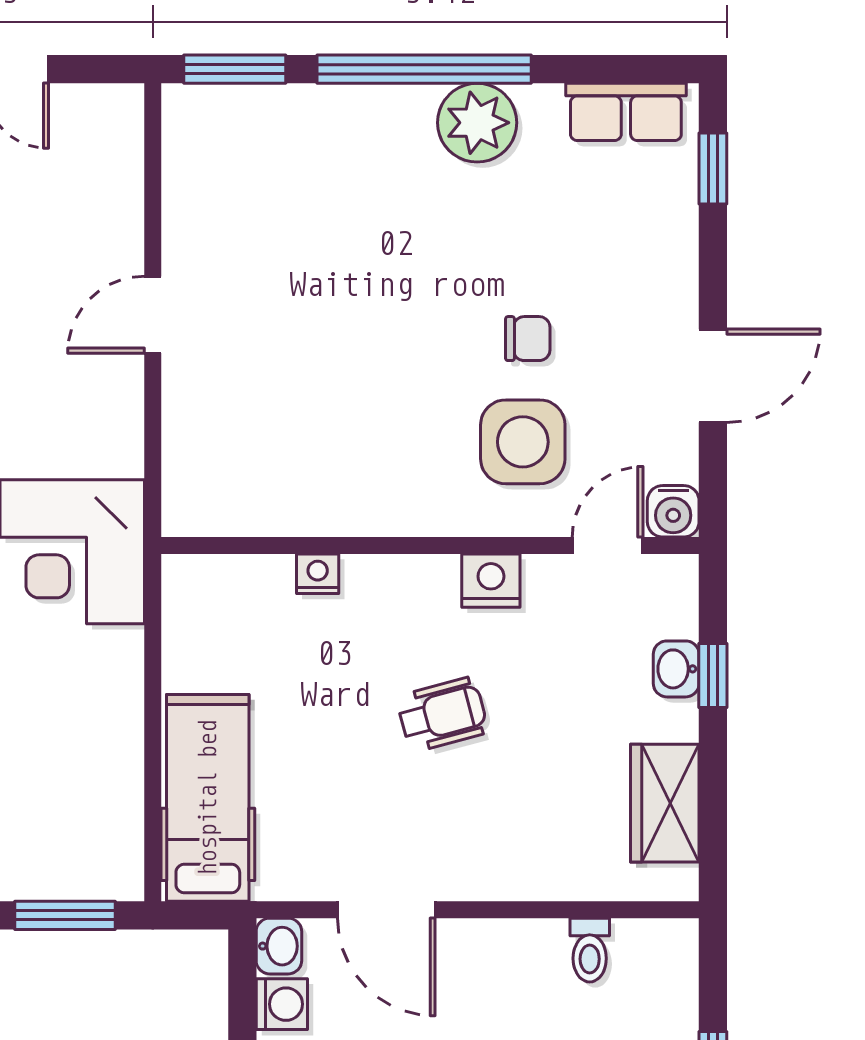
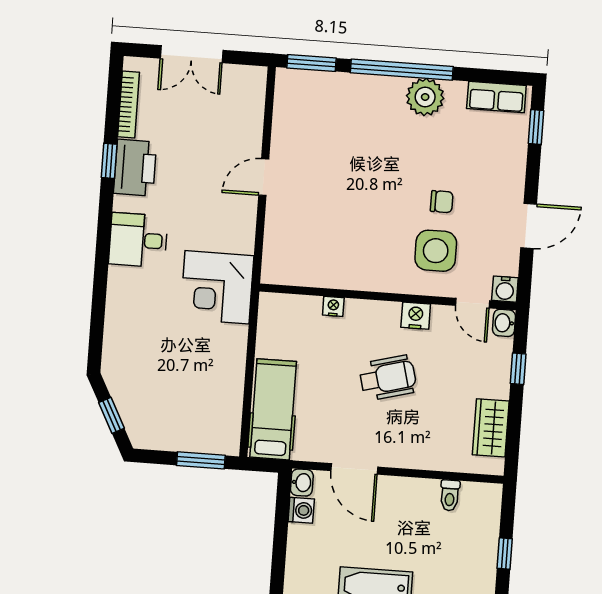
door: (608, 545) -> (473, 303), swing flipped
washbasin: (676, 669) -> (504, 323), moved
wheelchair: (442, 714) -> (388, 378), width x1.36, depth x1.37

